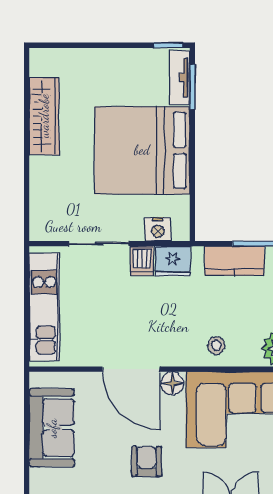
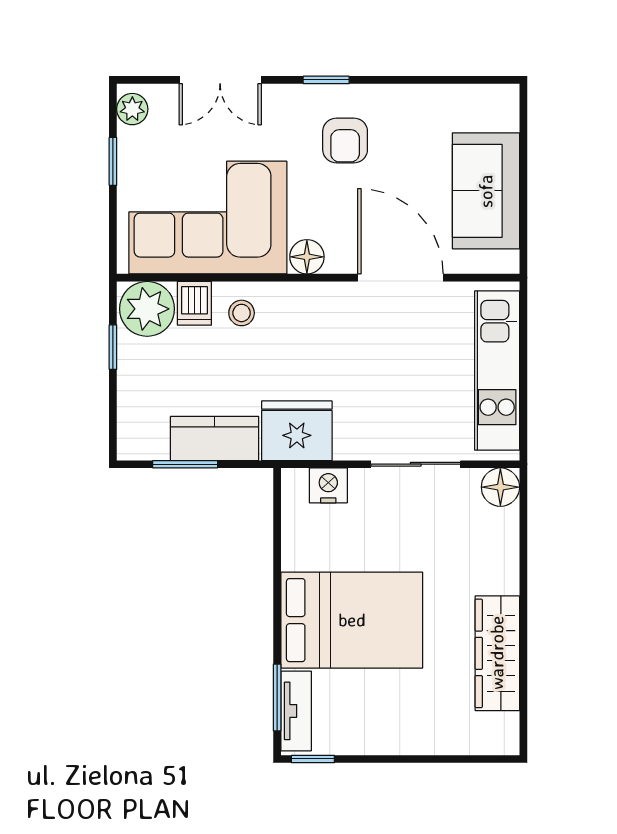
bed: (142, 150) -> (352, 620), width x0.73
floor lamp: (42, 228) -> (500, 487), added
dishwasher: (142, 261) -> (194, 303), moved, turned 180
fridge: (173, 261) -> (297, 431), width x1.36, depth x1.34
door: (131, 369) -> (400, 278), moved

